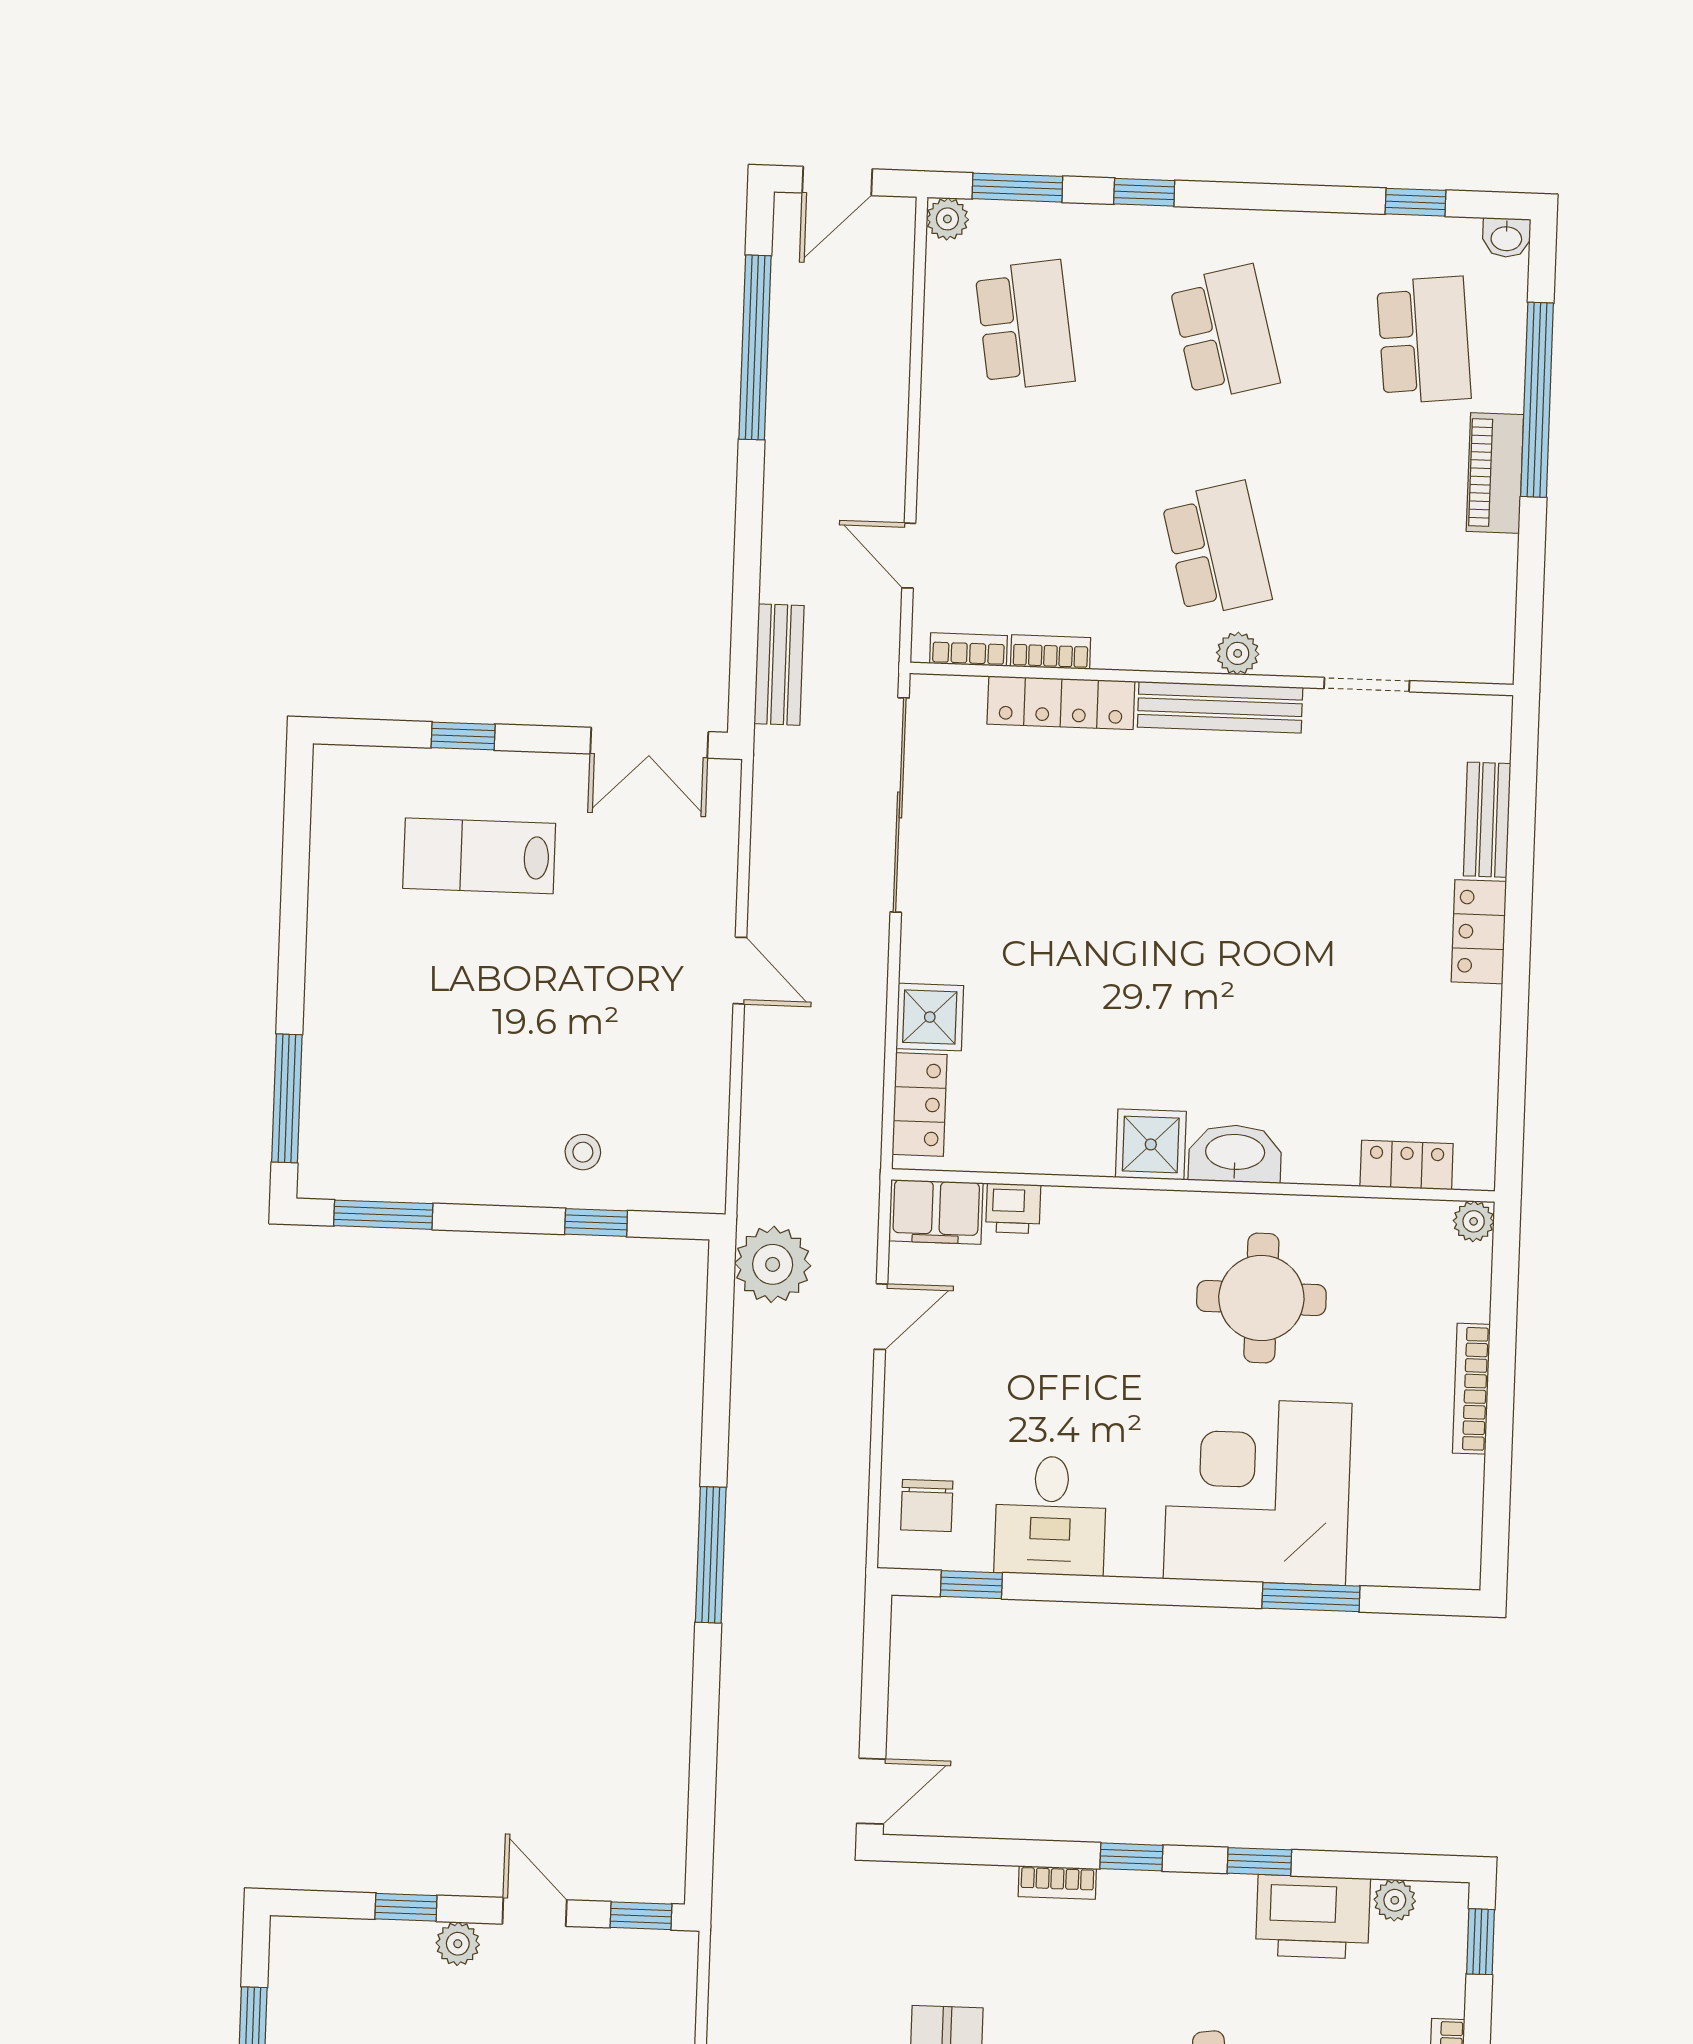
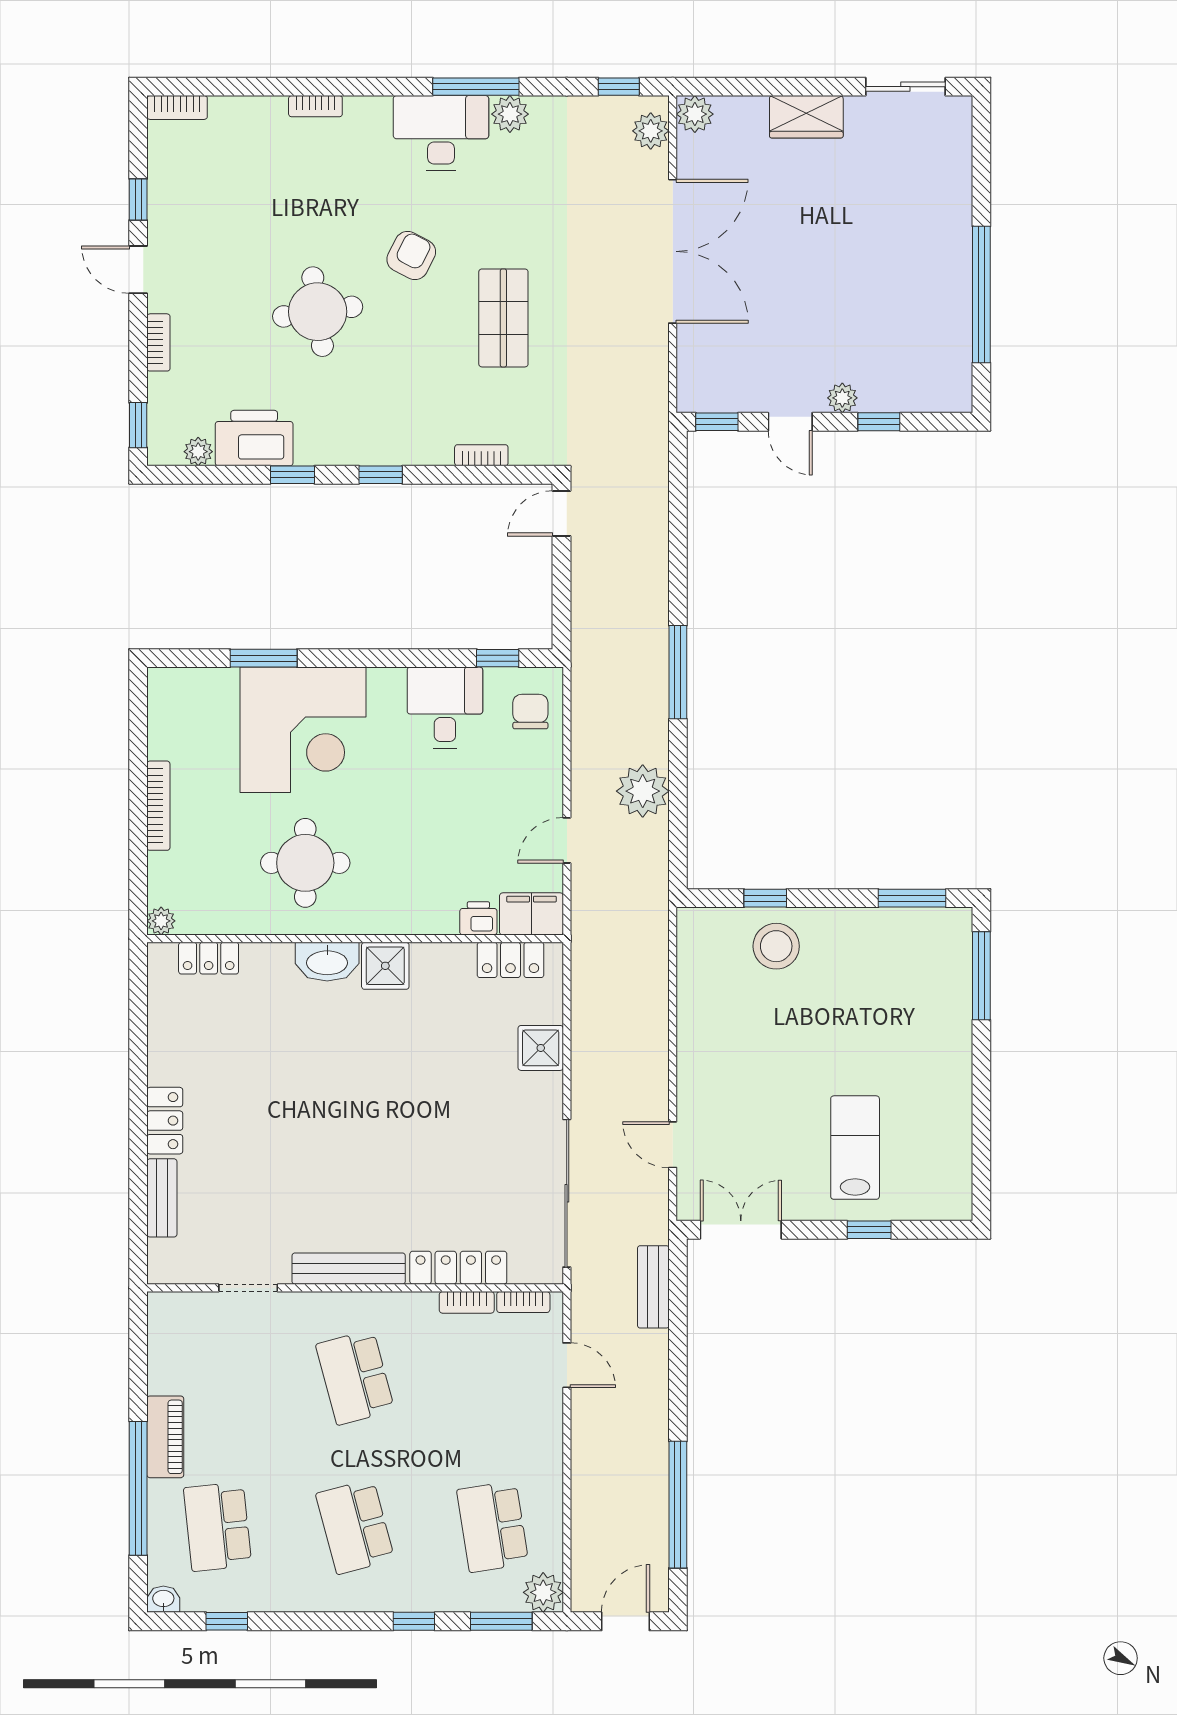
plant: (947, 219) -> (543, 1592), width x1.38, depth x1.38
plant: (1238, 653) -> (338, 1306), removed
lab bench: (479, 856) -> (855, 1148), turned -90
door: (740, 971) -> (673, 1145), moved
locker: (920, 1105) -> (510, 960), moved, turned -90
stool: (583, 1152) -> (776, 946), width x1.89, depth x1.89
plant: (773, 1264) -> (643, 791), moved
bookcase: (1057, 1882) -> (481, 455), moved

